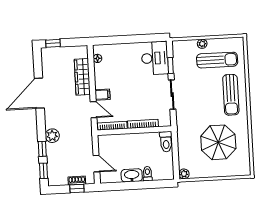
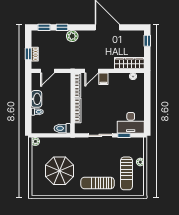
wardrobe: (82, 77) -> (129, 63), moved

